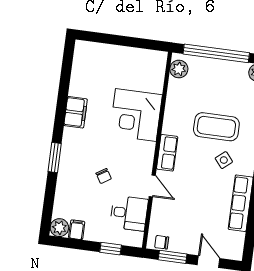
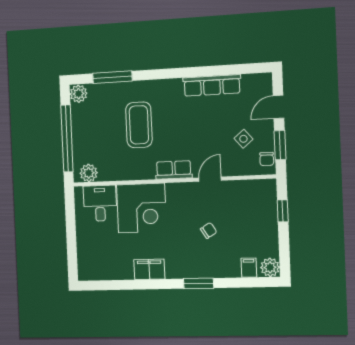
side table: (224, 160) -> (243, 139), moved
desk: (129, 213) -> (100, 203), moved
filing cabinet: (77, 230) -> (249, 268), moved, turned 90

